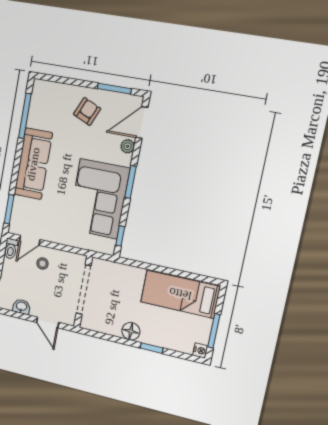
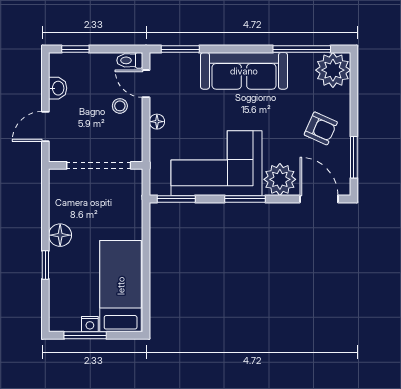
plant: (45, 94) -> (333, 70), added
plant: (128, 146) -> (280, 179), width x1.87, depth x1.87
window: (120, 236) -> (176, 199), width x1.50
floor lamp: (59, 238) -> (157, 122), added
nightstand: (200, 351) -> (90, 324), moved

